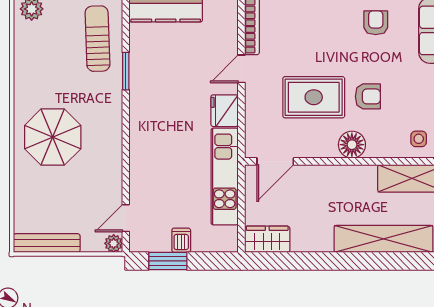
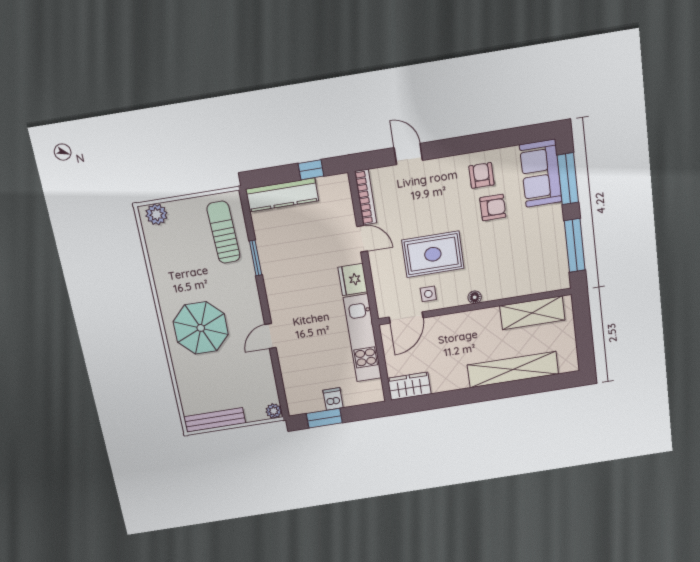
door: (241, 69) -> (362, 239), swing flipped
armchair: (368, 96) -> (493, 207), moved
side table: (419, 139) -> (428, 294), moved
floor lamp: (352, 145) -> (475, 297), width x0.53, depth x0.53
door: (126, 218) -> (270, 336), moved

